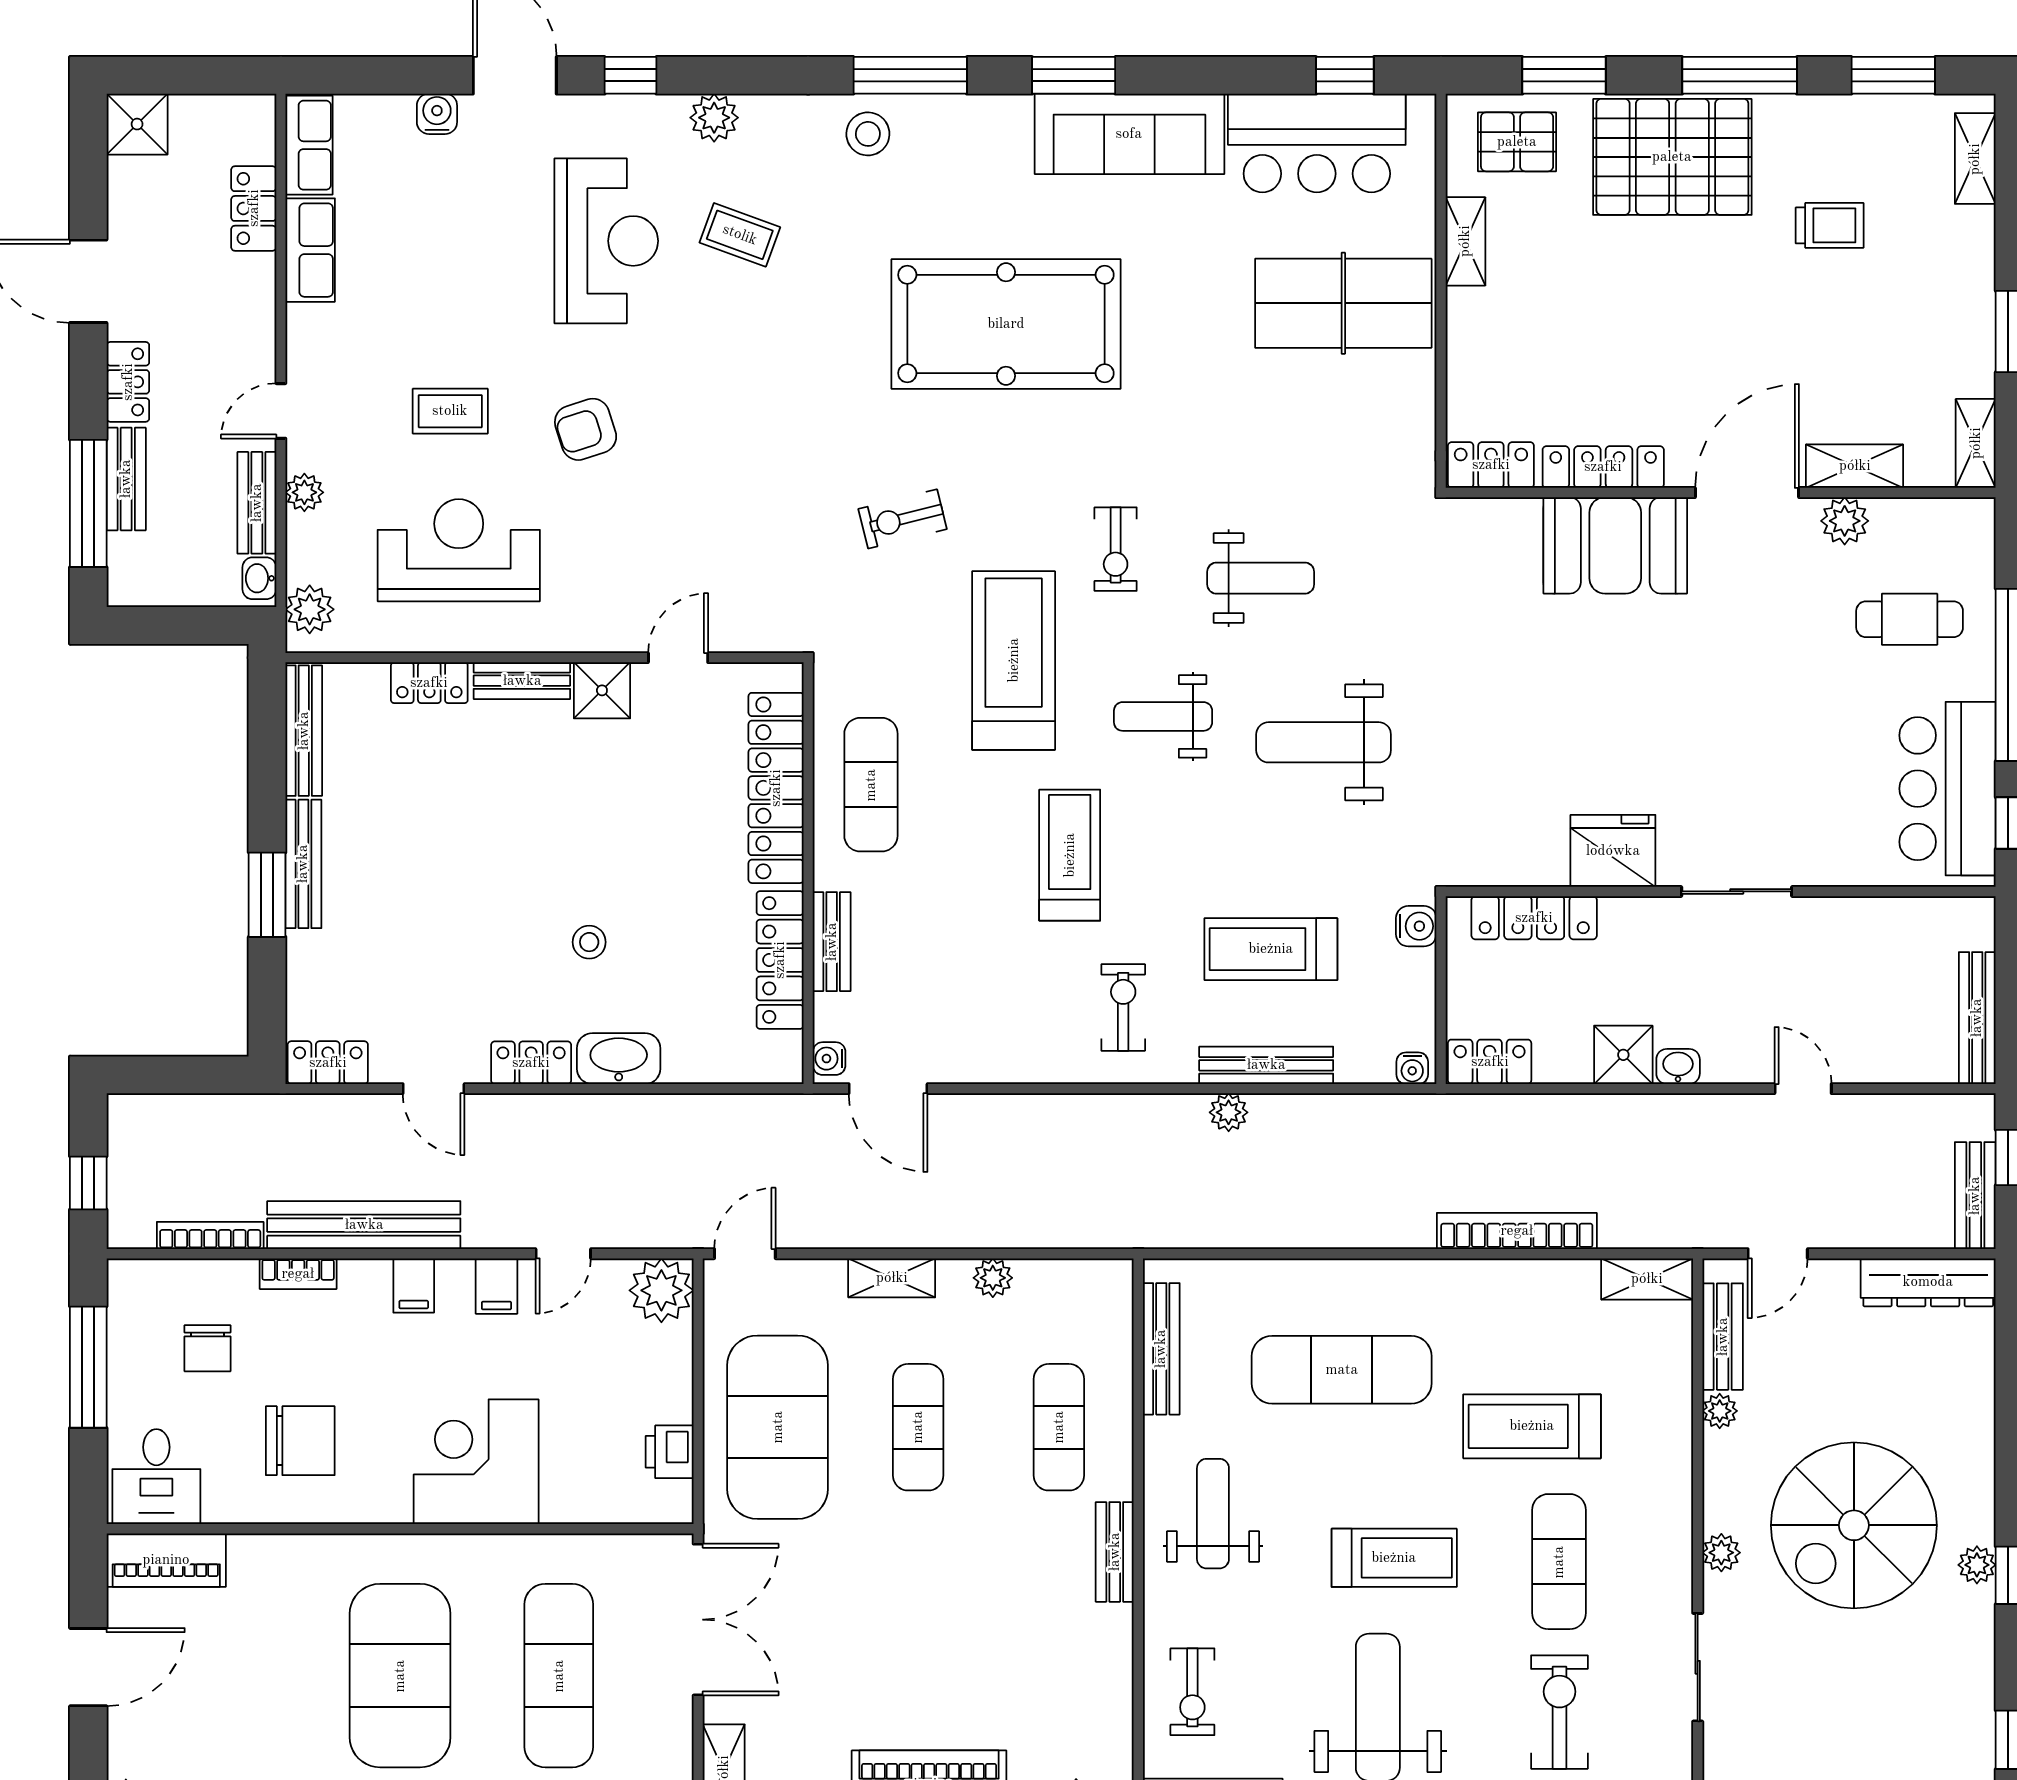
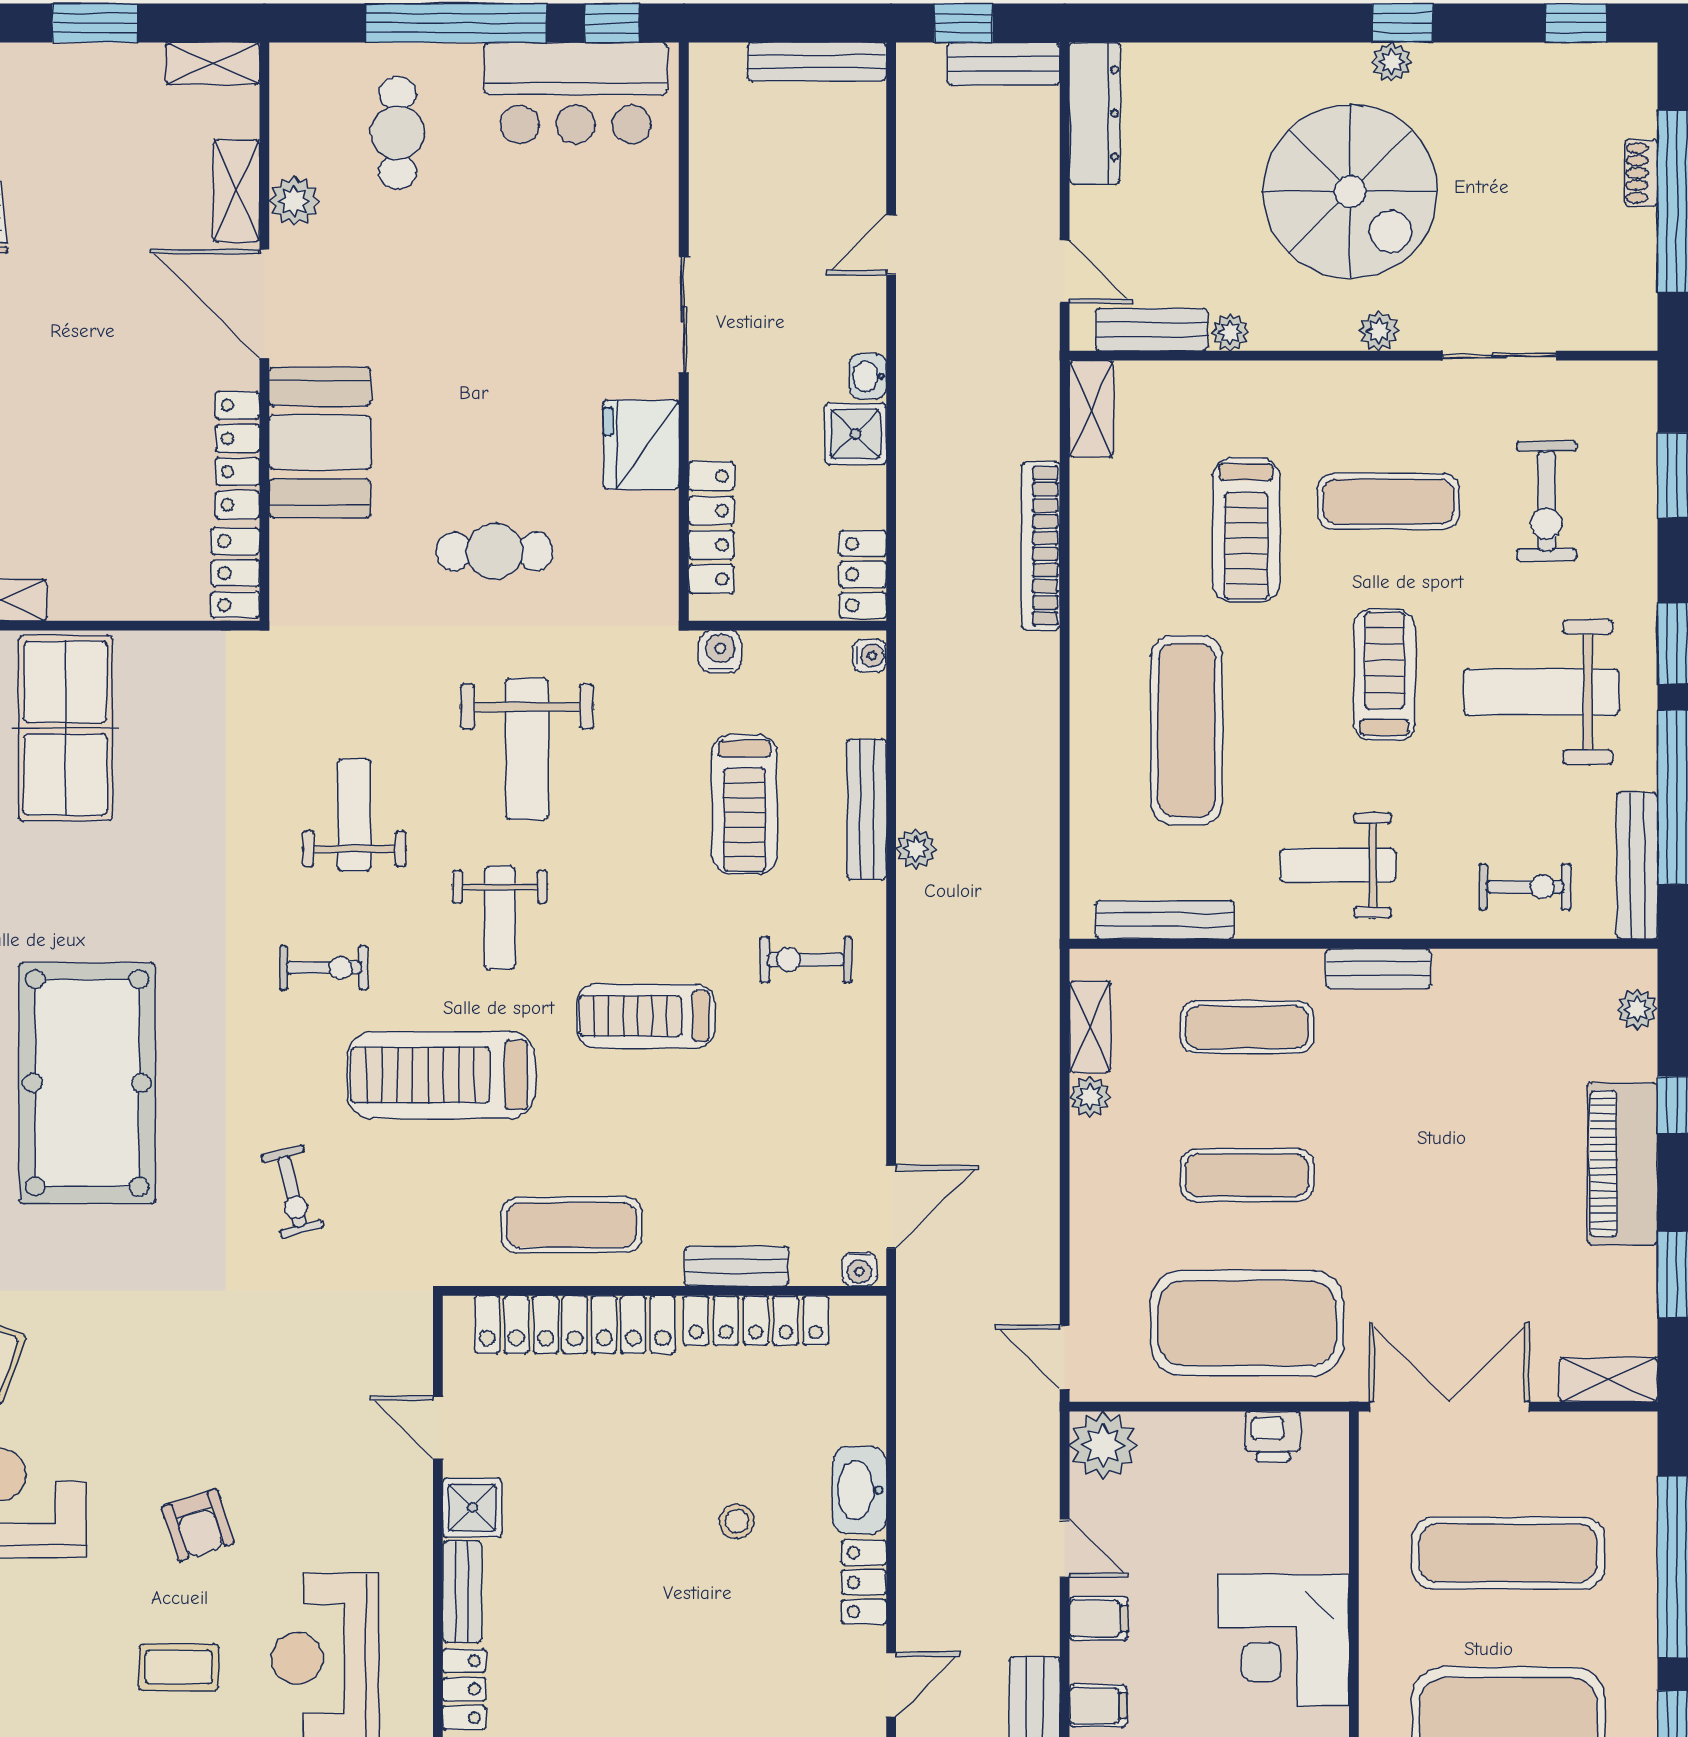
coffee table: (450, 411) -> (179, 1667), turned 90
cafe table: (1512, 712) -> (495, 551), added
shelving: (892, 1278) -> (1090, 1027), moved
exercise bike: (1559, 1712) -> (1547, 501), turned -90

